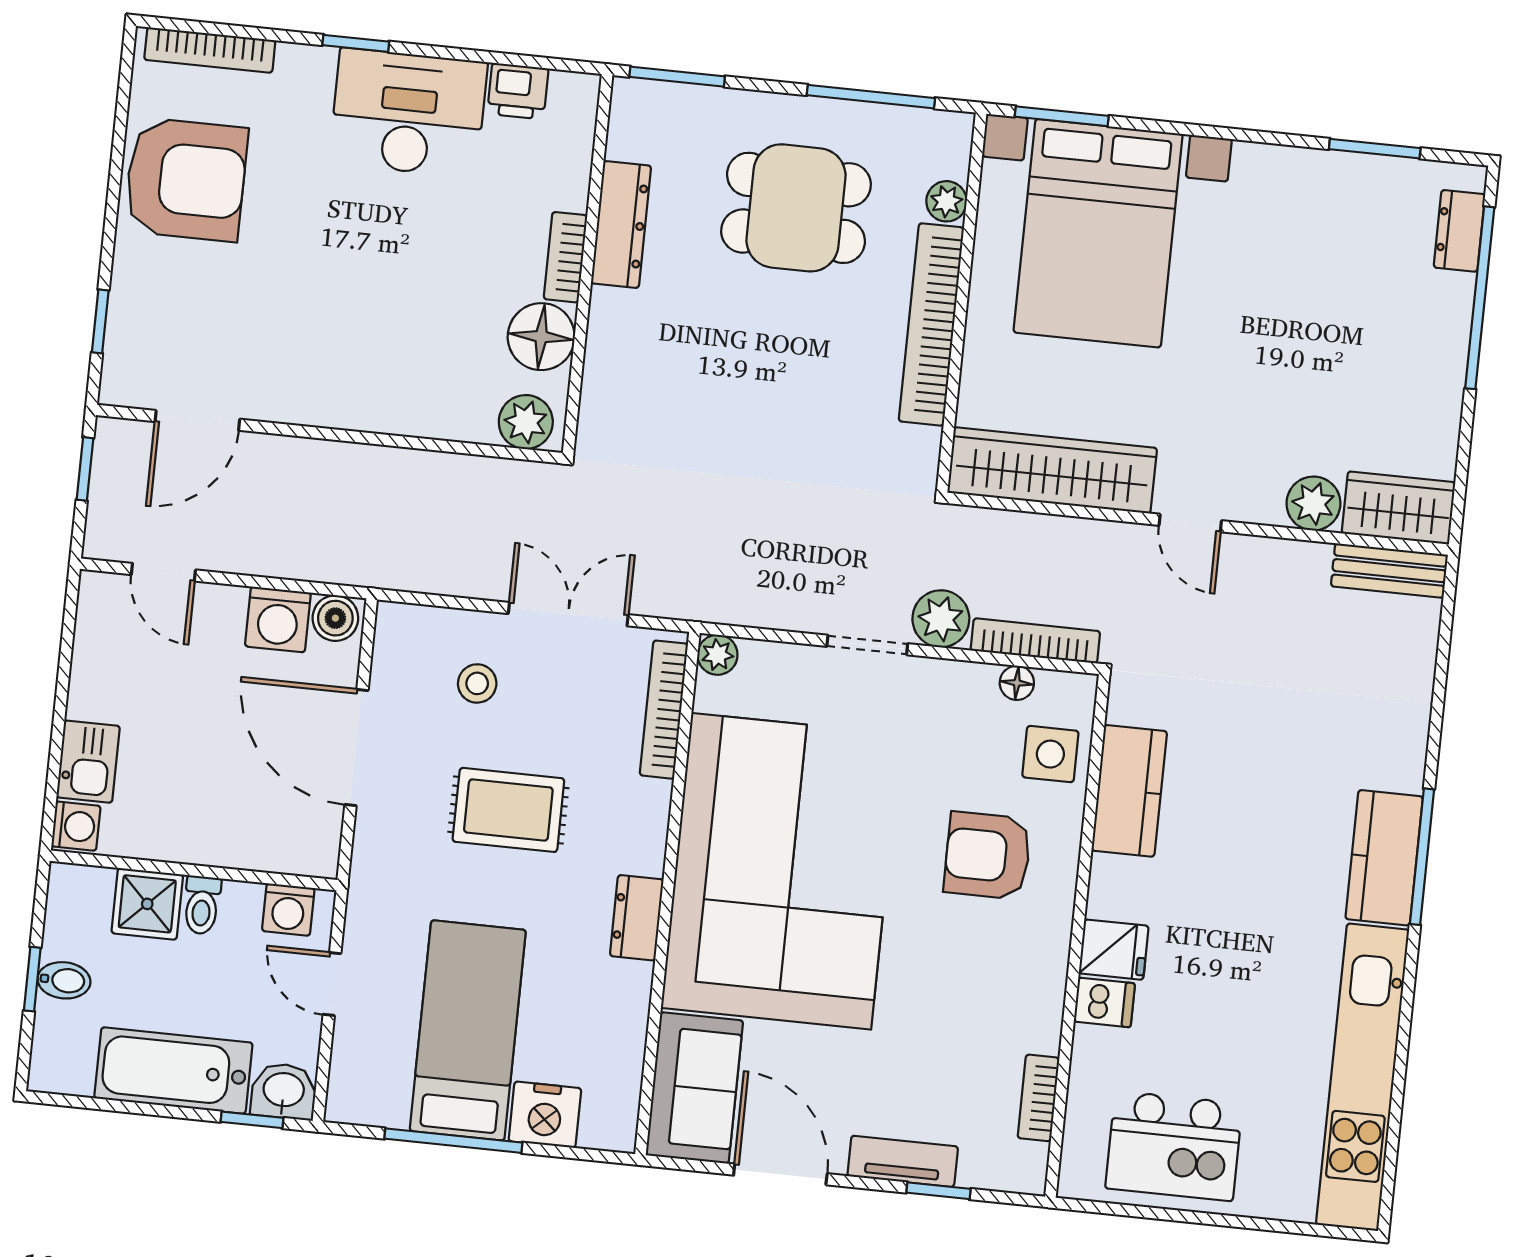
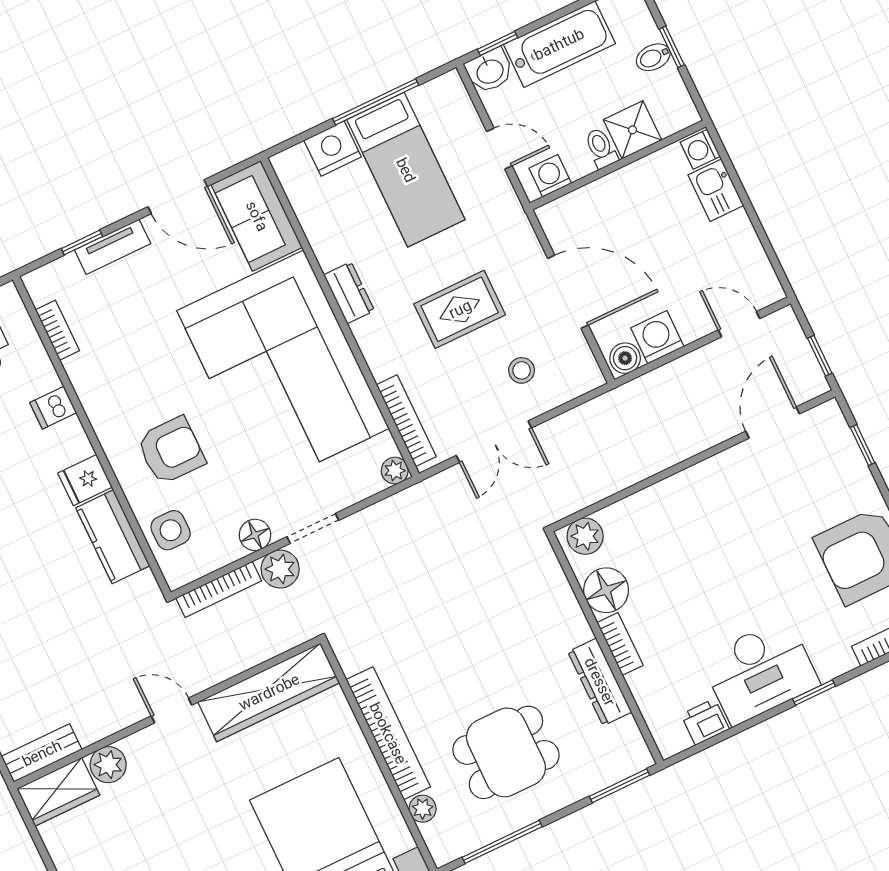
floor lamp: (1017, 683) -> (255, 535), moved, width x1.37, depth x1.37
fridge: (1114, 950) -> (85, 480), moved

